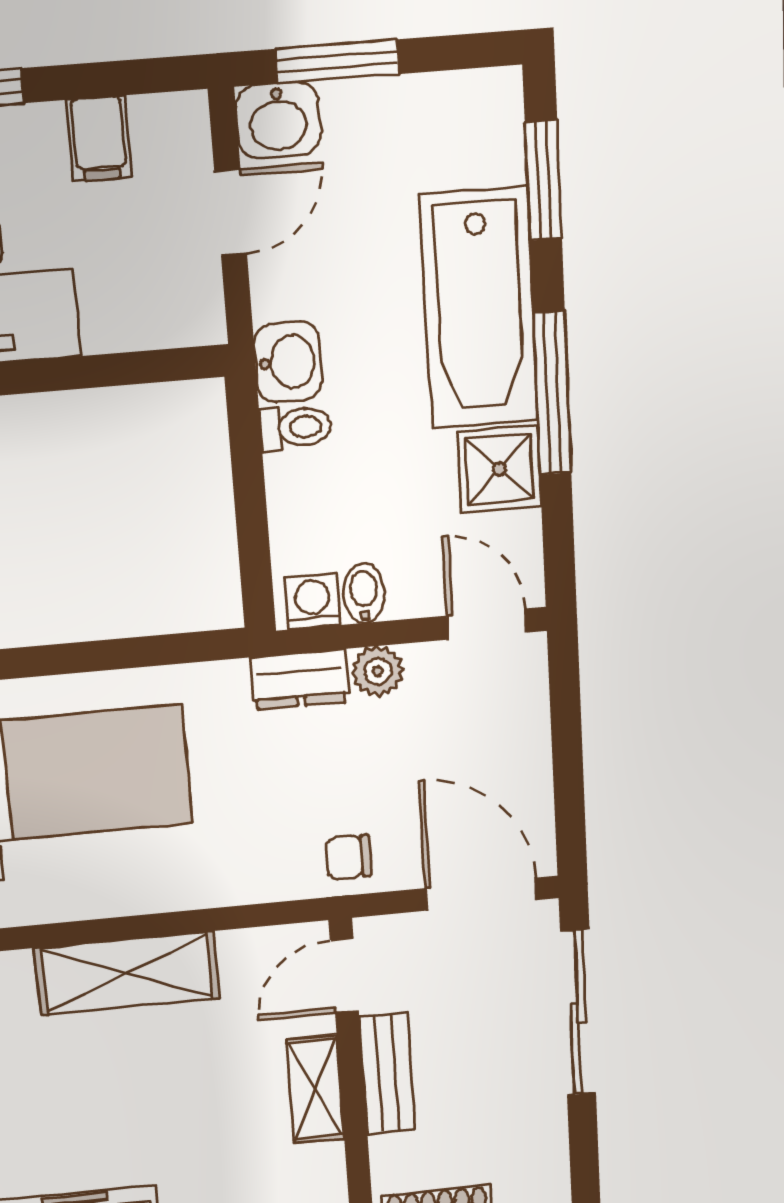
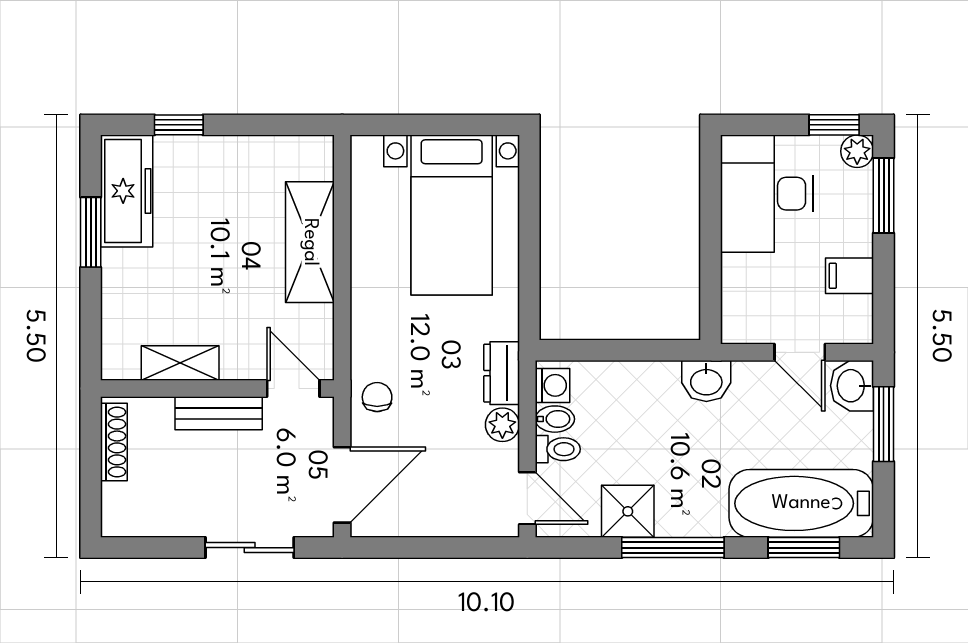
bathtub: (479, 309) -> (801, 503), moved
toilet: (296, 428) -> (558, 449), moved, turned -90
door: (487, 624) -> (527, 498), hinge flipped
sliding door: (578, 1013) -> (250, 548), width x0.73
shelving: (315, 1089) -> (180, 363), moved

